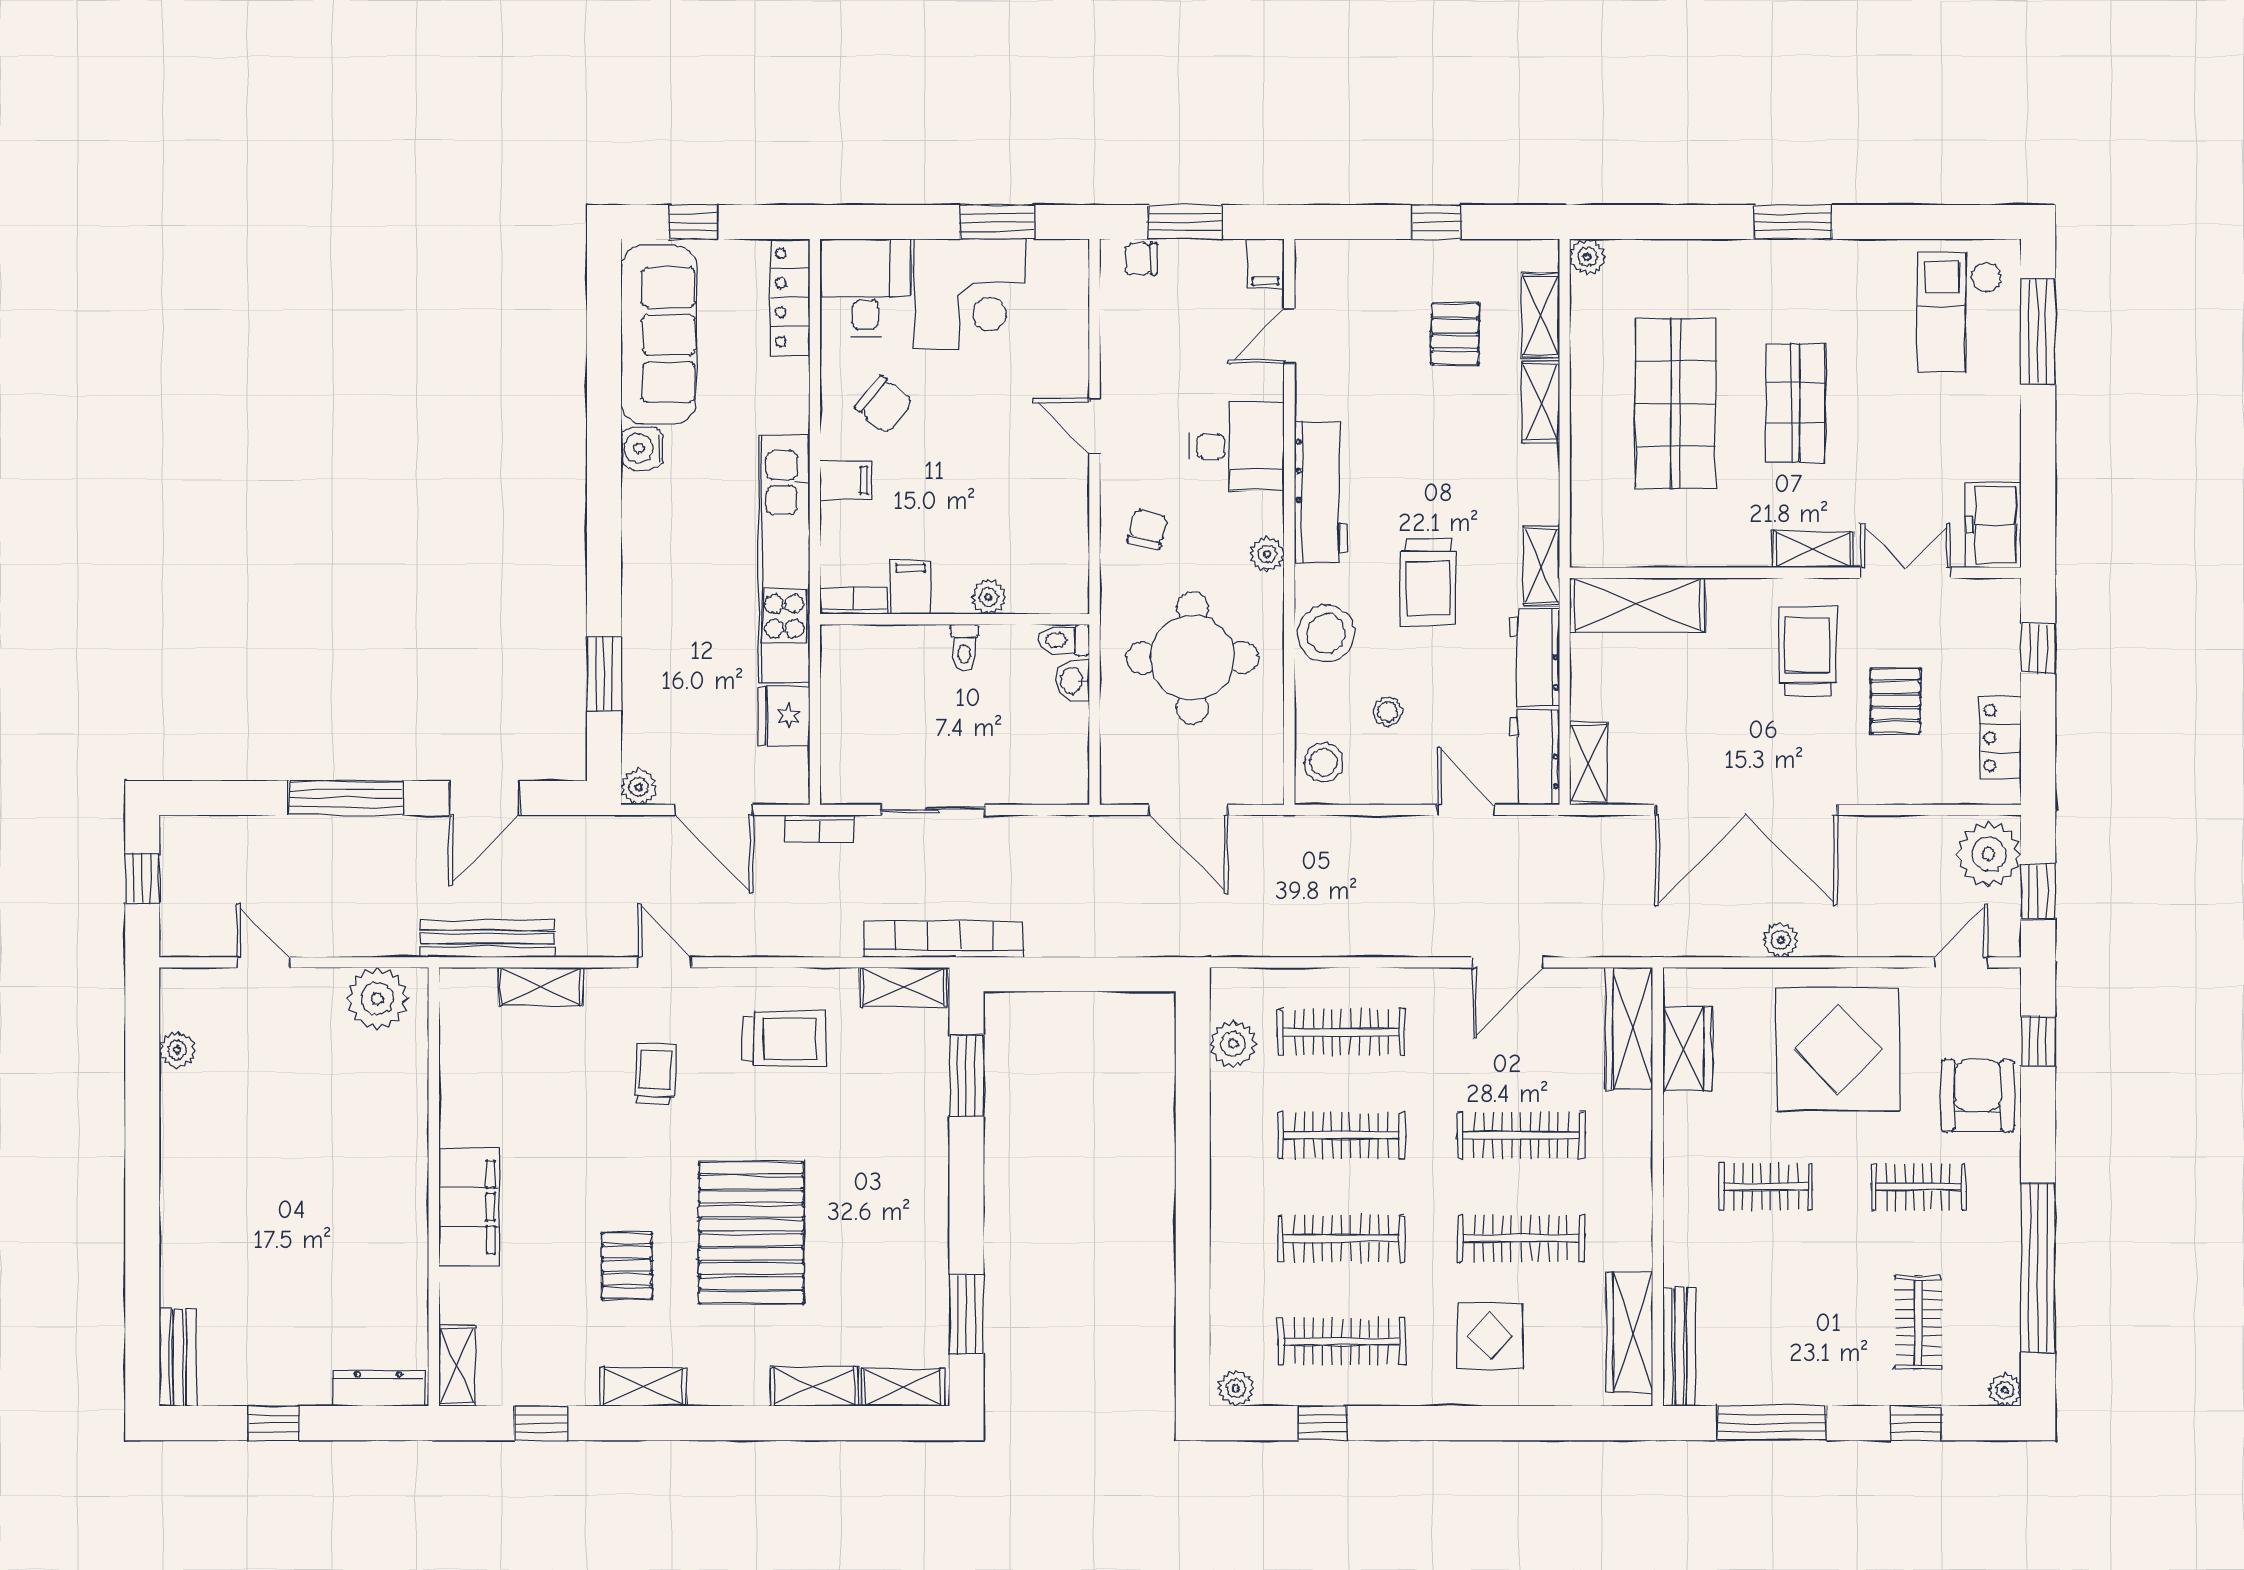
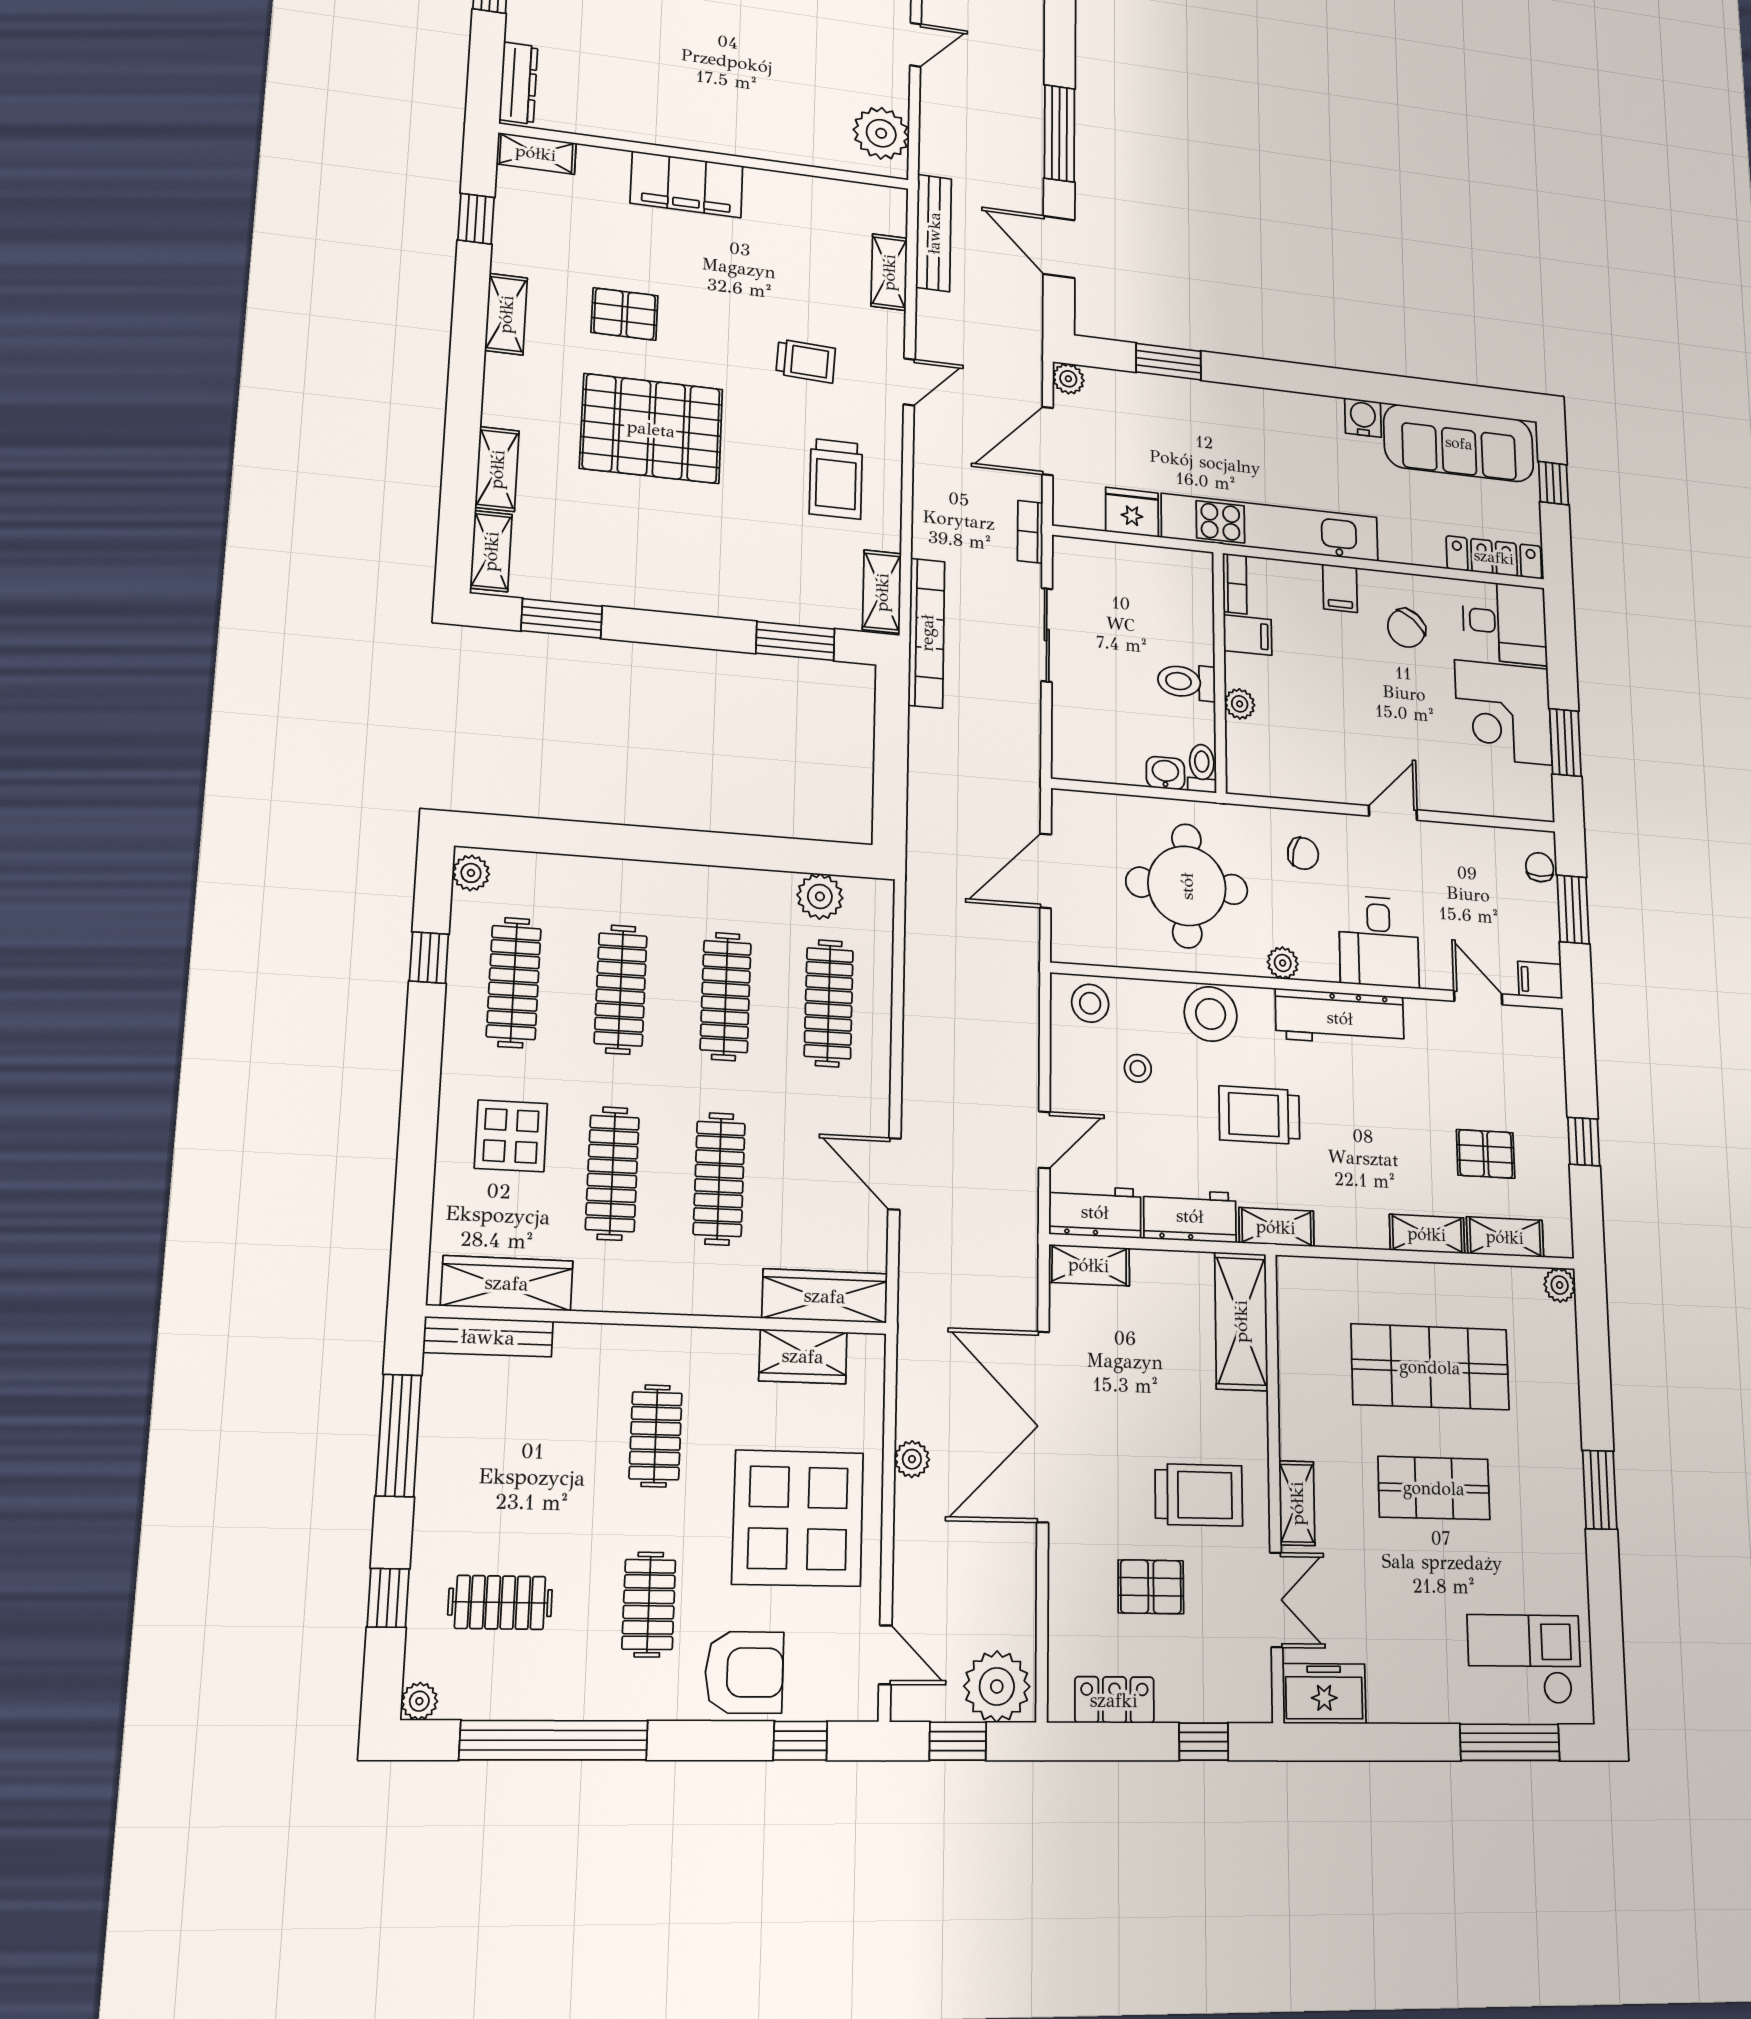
toilet: (965, 647) -> (1187, 682), width x1.37, depth x1.39

